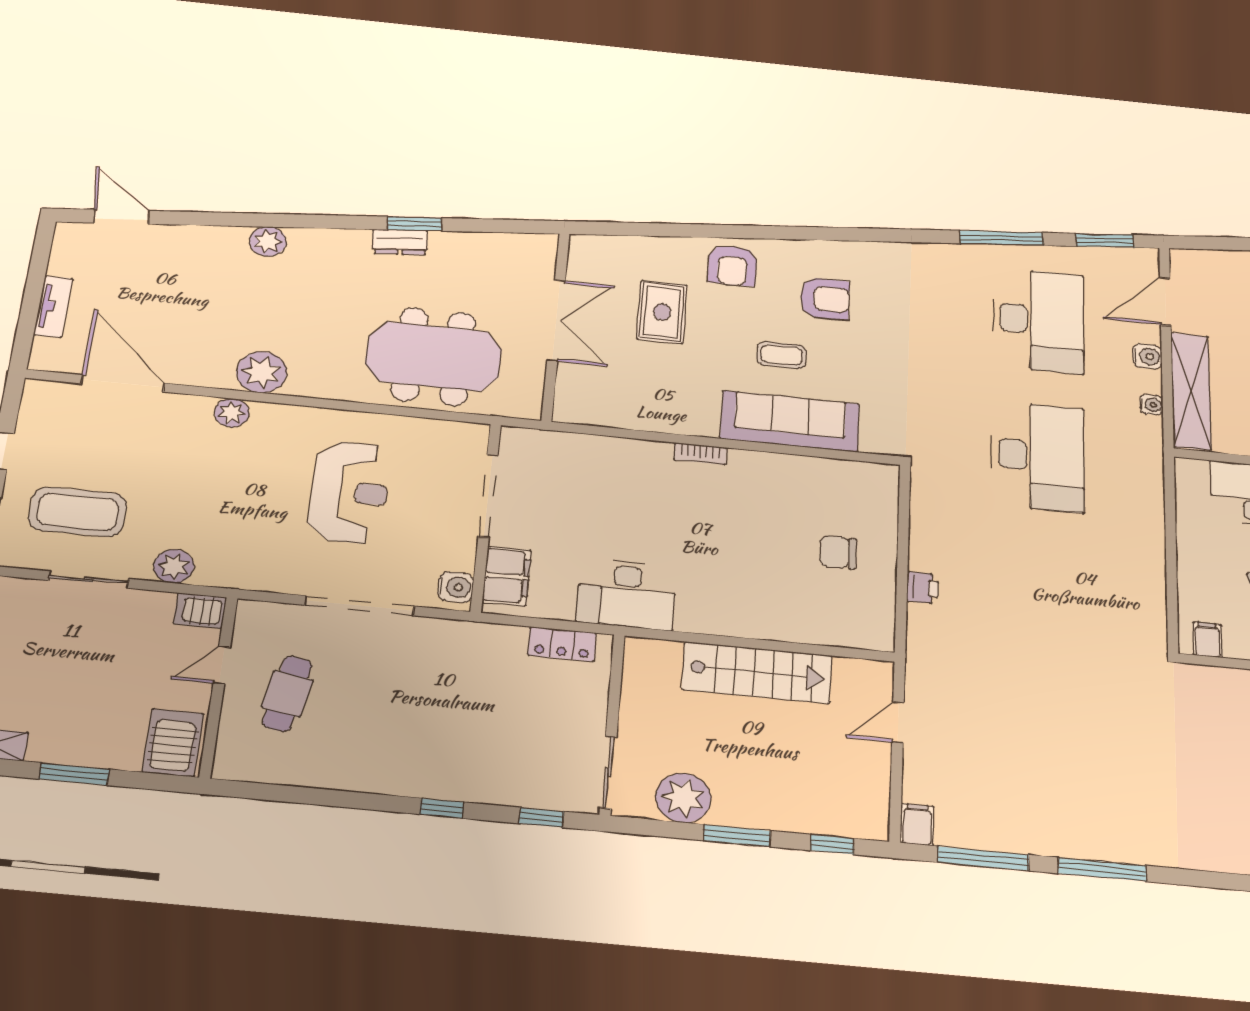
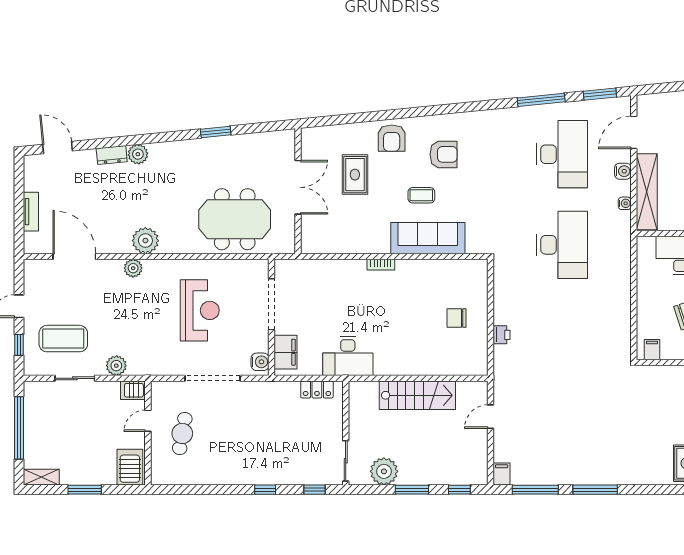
dresser: (400, 242) -> (112, 155), moved

